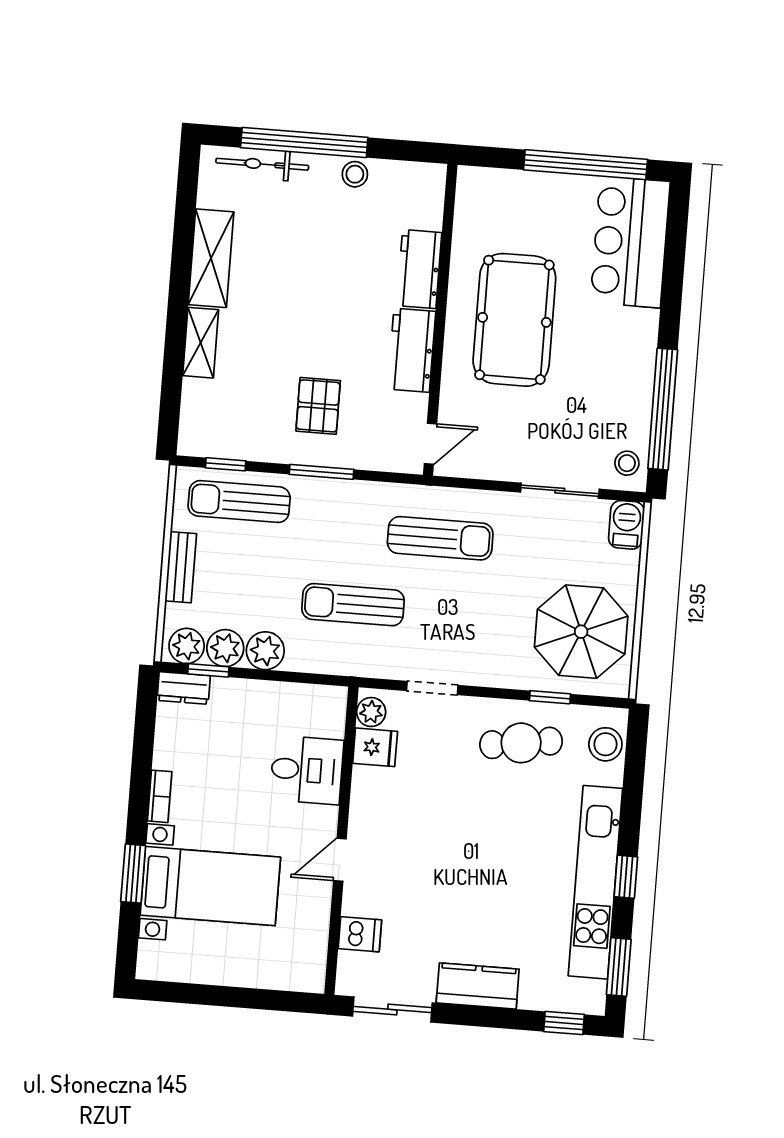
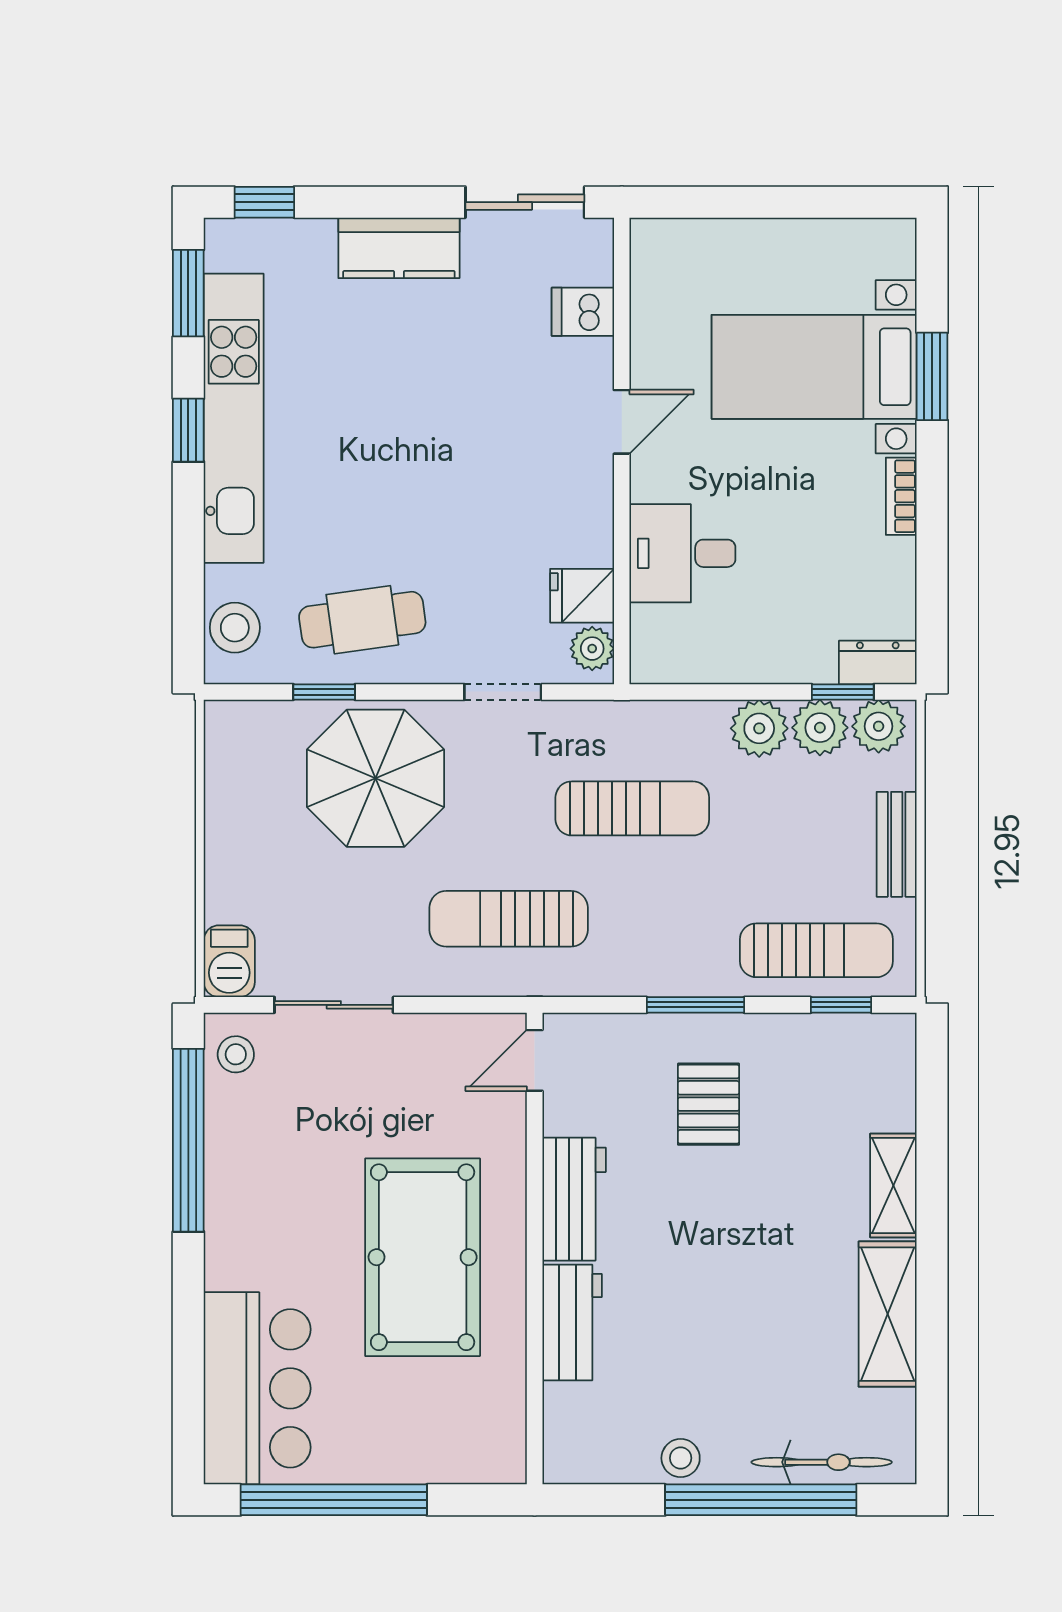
parasol: (581, 632) -> (376, 778), moved

